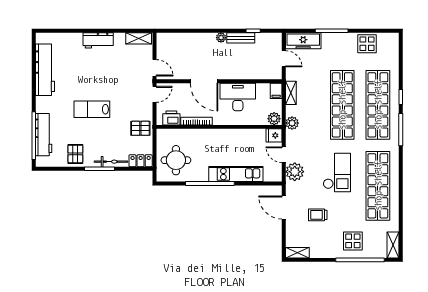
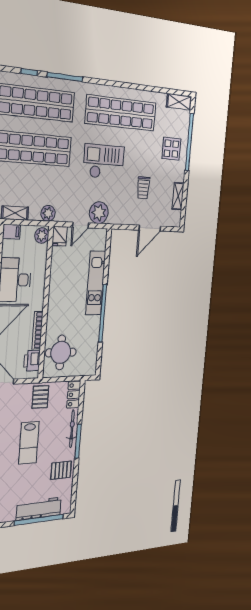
lab bench: (92, 109) -> (29, 443), moved
round table: (176, 160) -> (61, 352), moved
door: (284, 208) -> (150, 228), moved
shelving: (297, 253) -> (178, 196), moved

